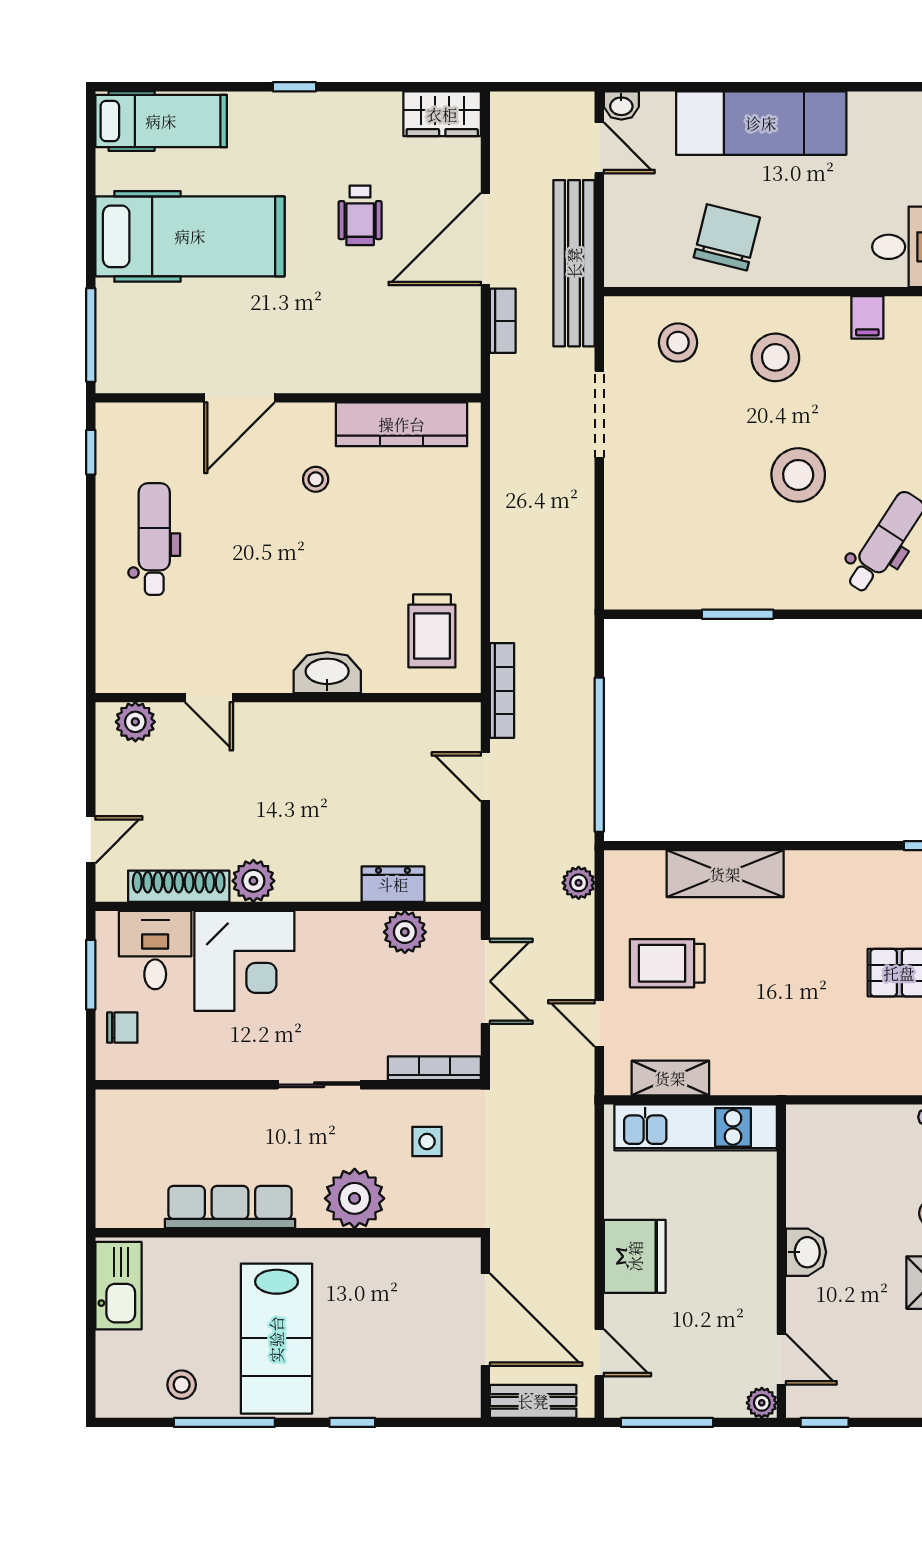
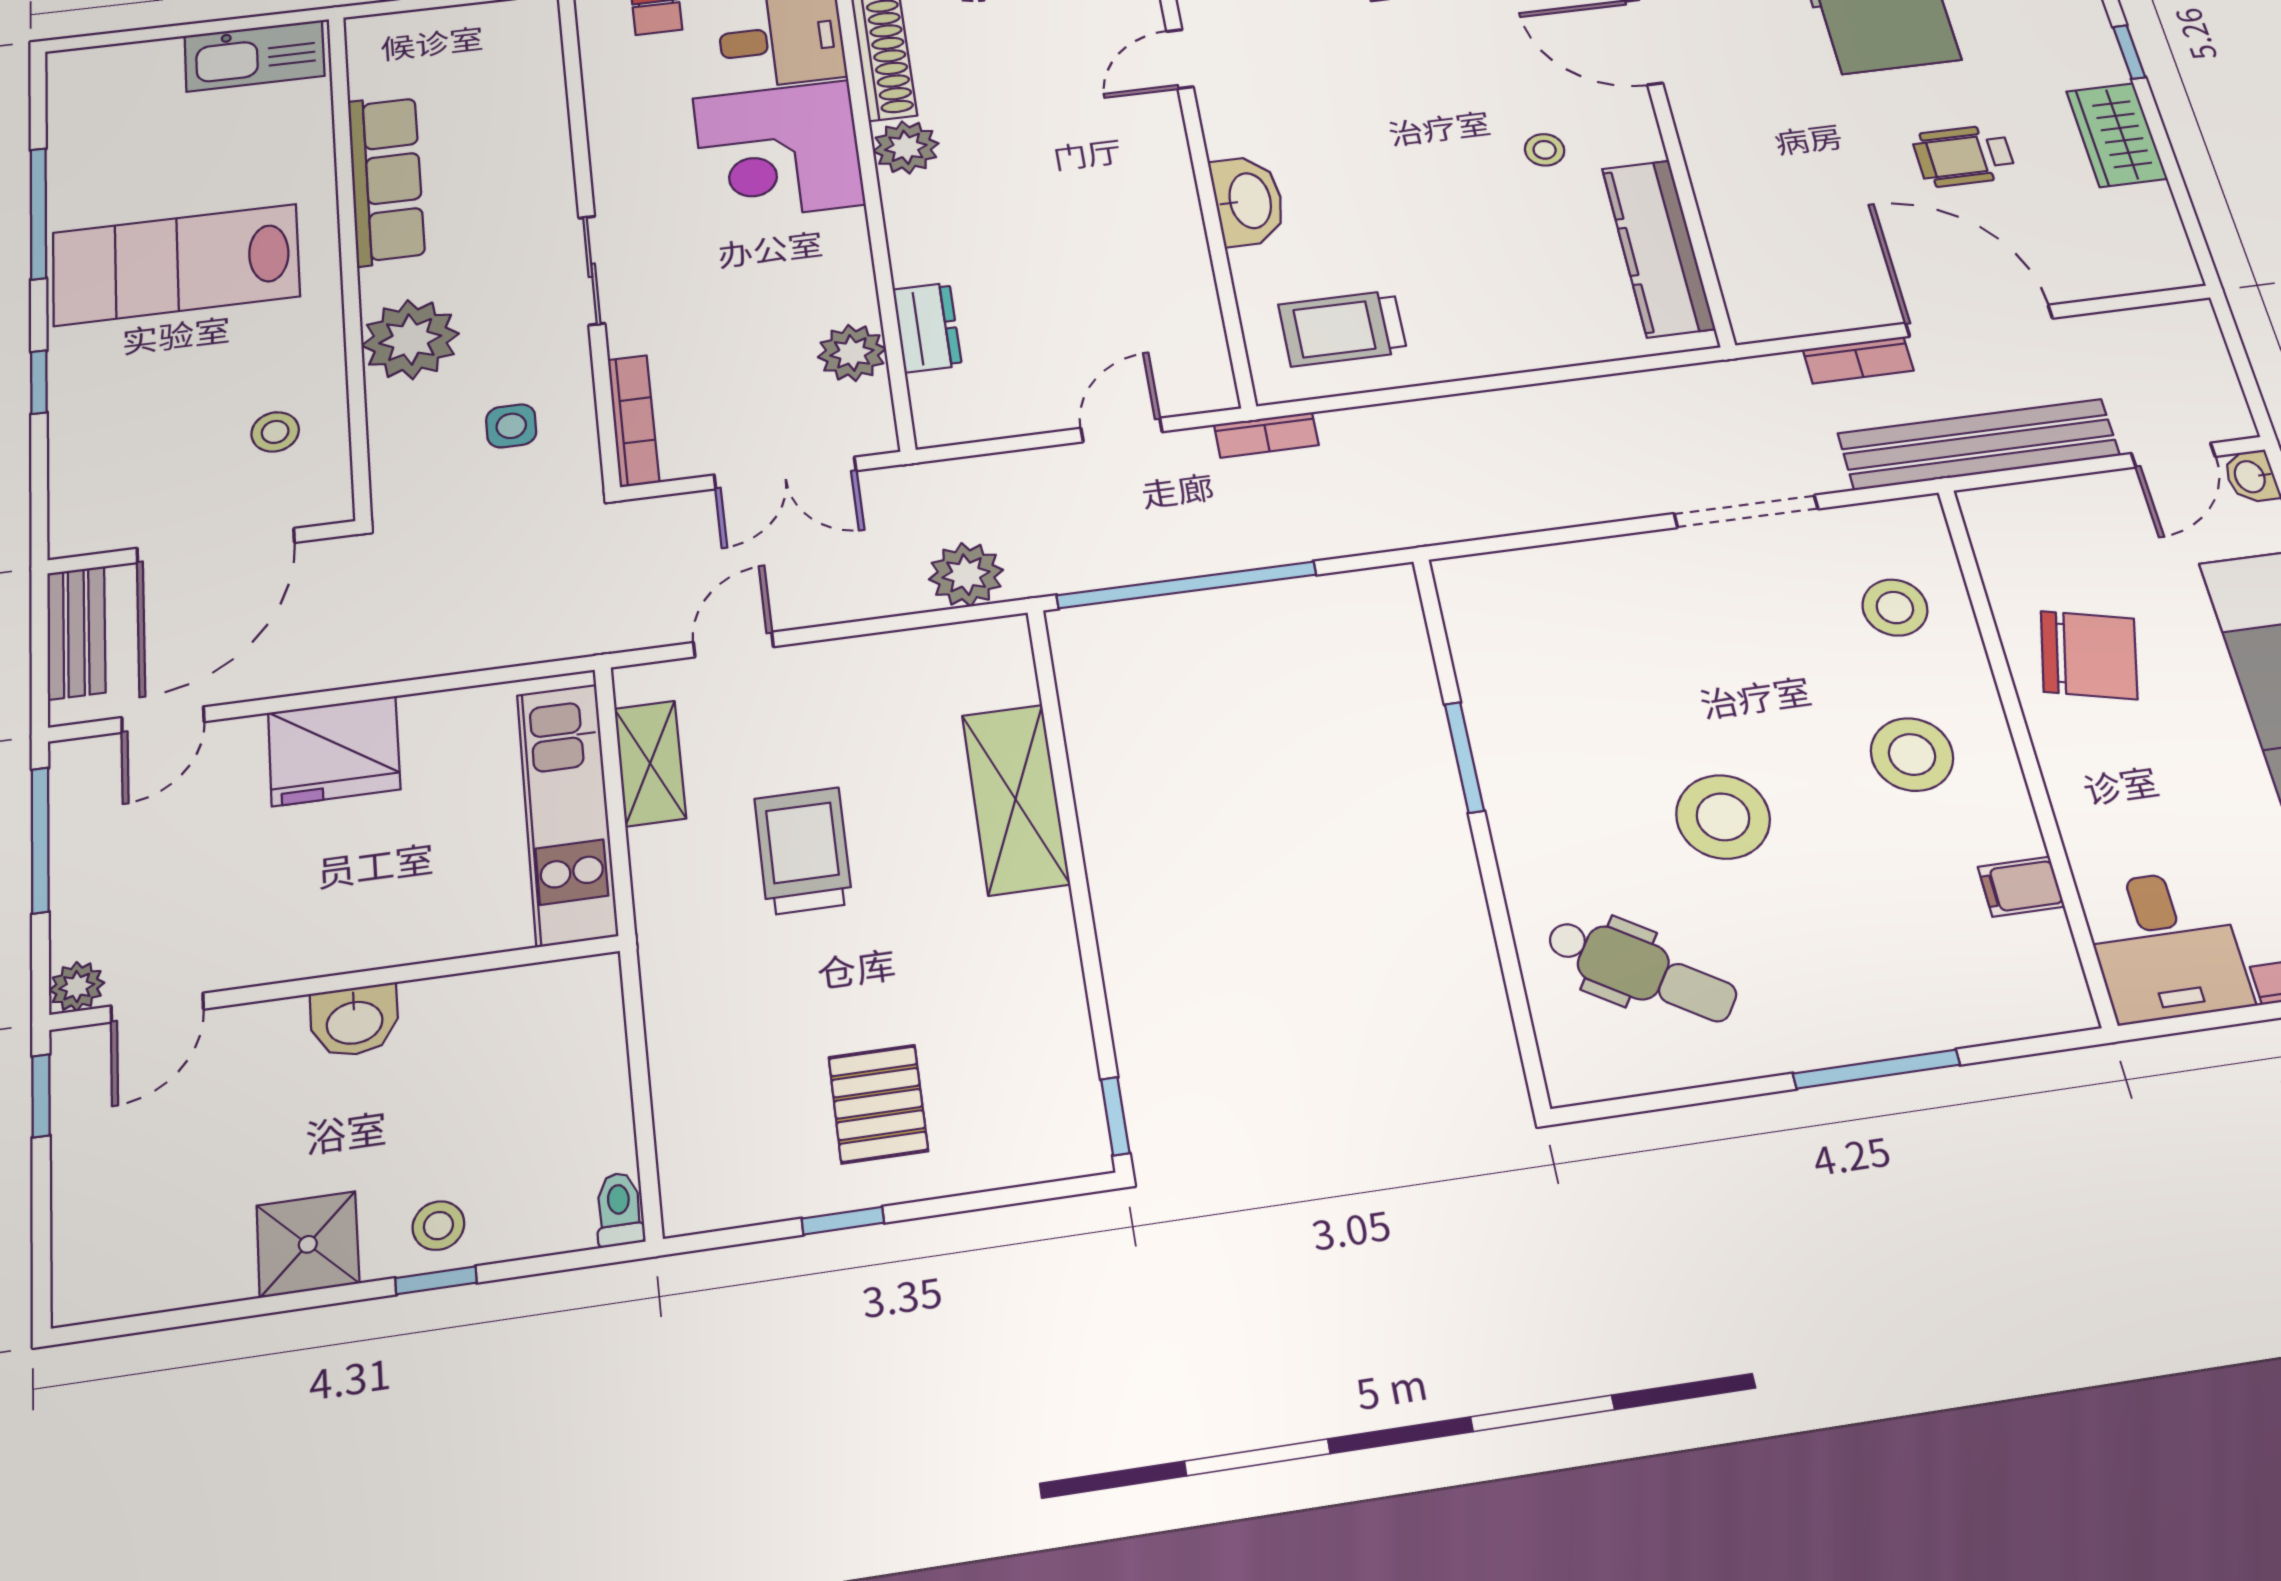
wardrobe: (442, 114) -> (2117, 135), moved
bookcase: (502, 691) -> (1266, 435), width x0.64
plant: (579, 883) -> (966, 575), width x1.38, depth x1.38
trolley: (667, 963) -> (803, 851), moved
stool: (182, 1385) -> (275, 432), moved

